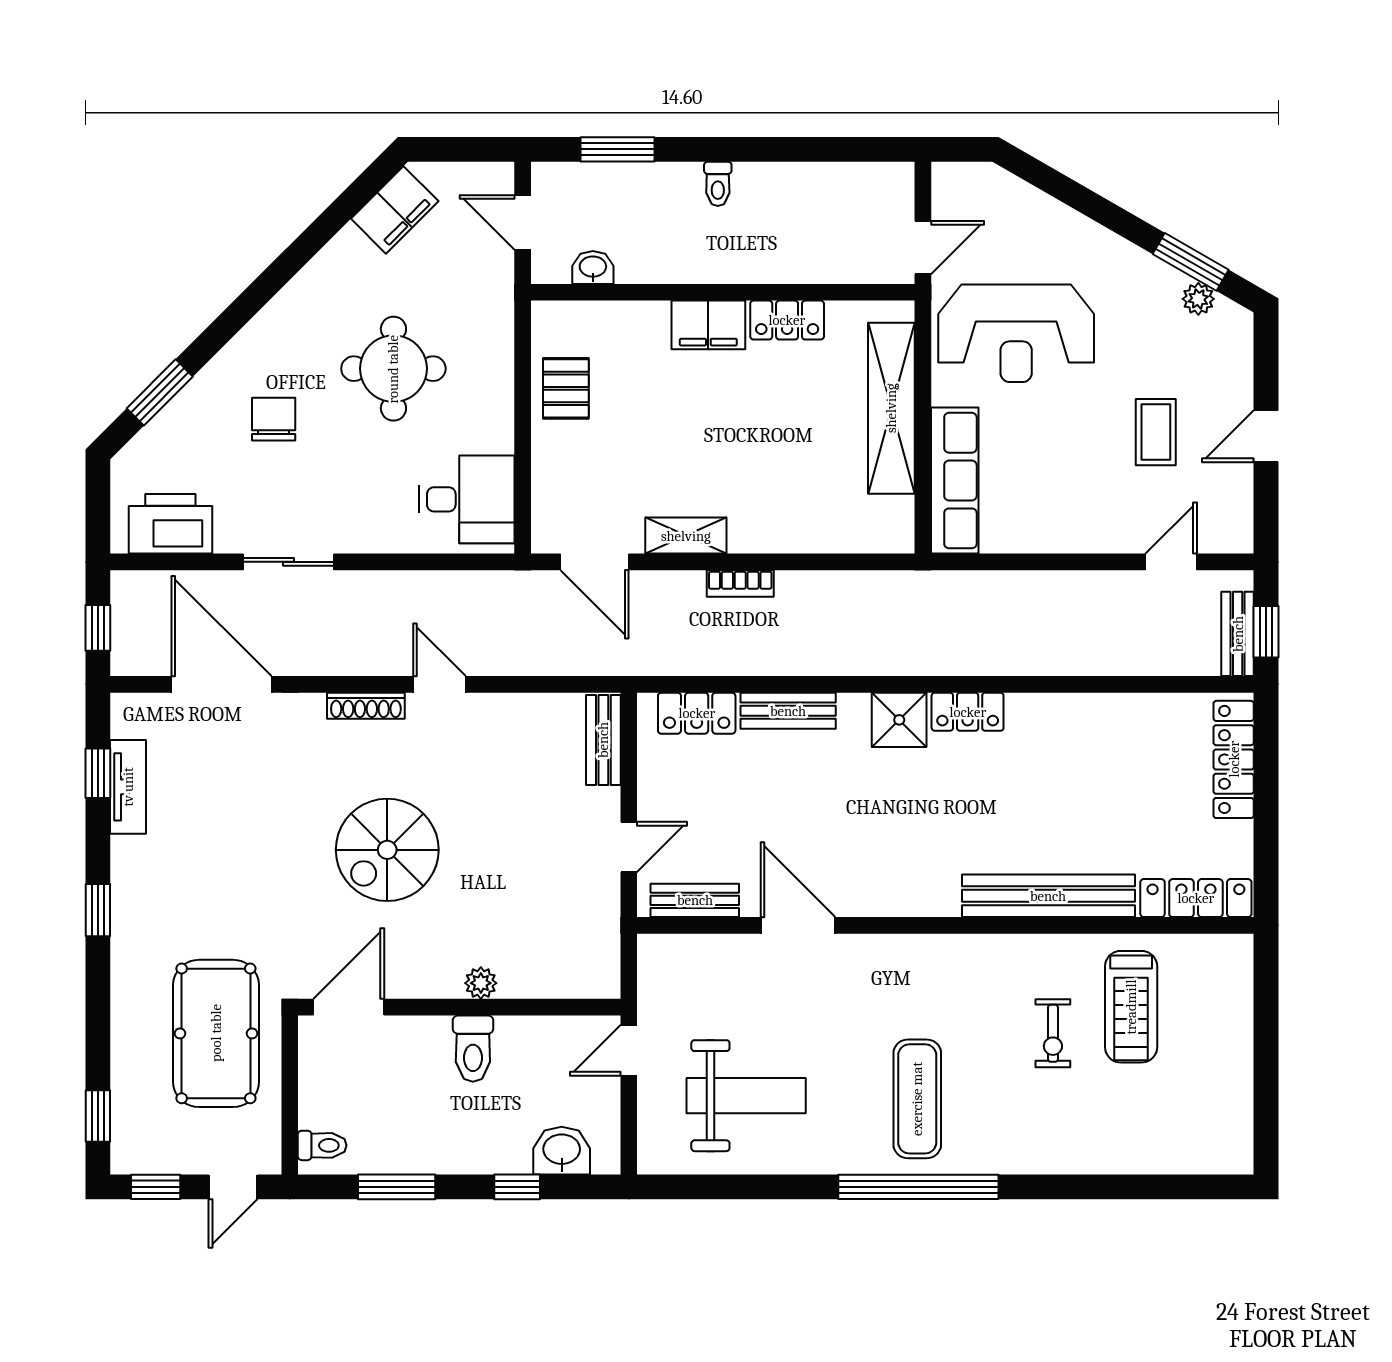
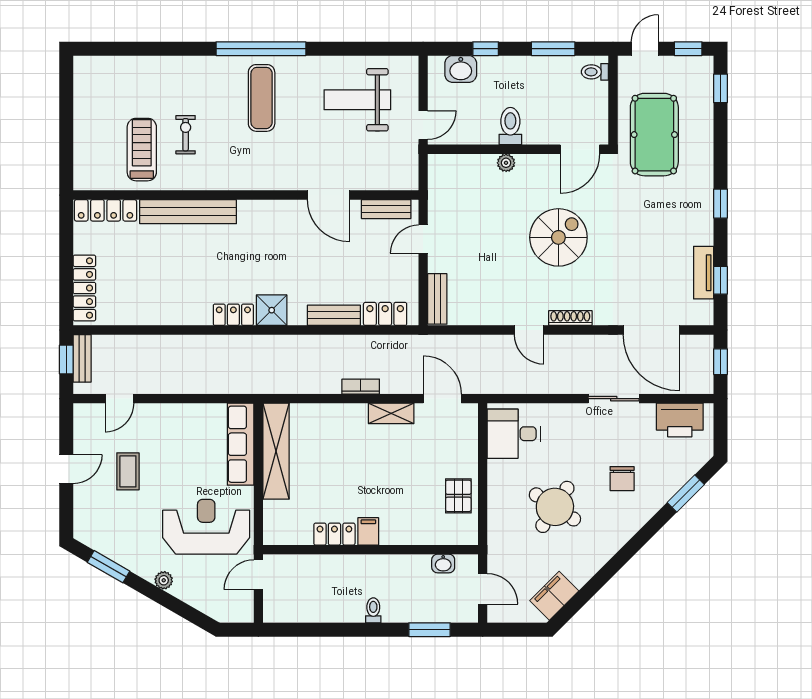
plant: (1198, 299) -> (164, 580), moved
filing cabinet: (708, 325) -> (368, 531), width x0.50
round table: (393, 369) -> (555, 507), turned 33
shelving: (891, 408) -> (276, 451), moved

